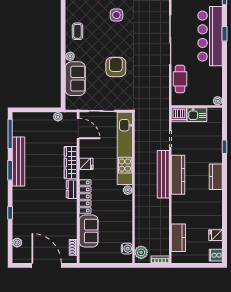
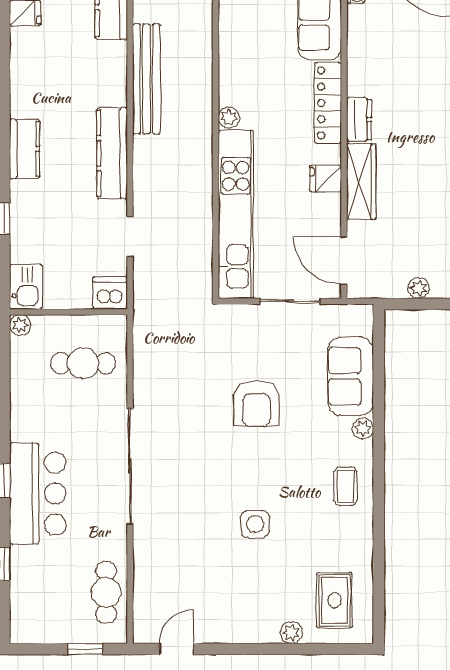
bar counter: (210, 36) -> (38, 494), width x0.73
cafe table: (180, 79) -> (83, 363), moved, turned 90
kitchen sink: (197, 115) -> (26, 287), moved, turned 90
plant: (58, 117) -> (419, 288), moved
bench: (163, 174) -> (146, 79), moved

